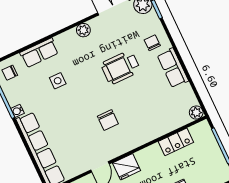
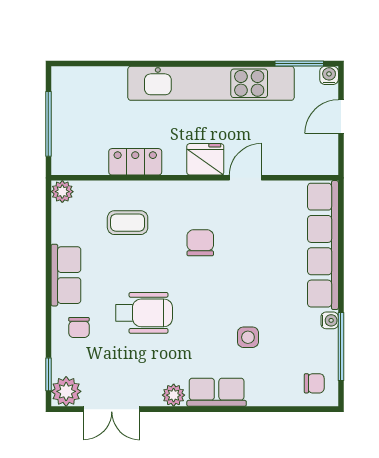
row of seats: (39, 53) -> (217, 392), moved
coffee table: (153, 112) -> (128, 223), added
locker: (176, 142) -> (135, 162), moved

